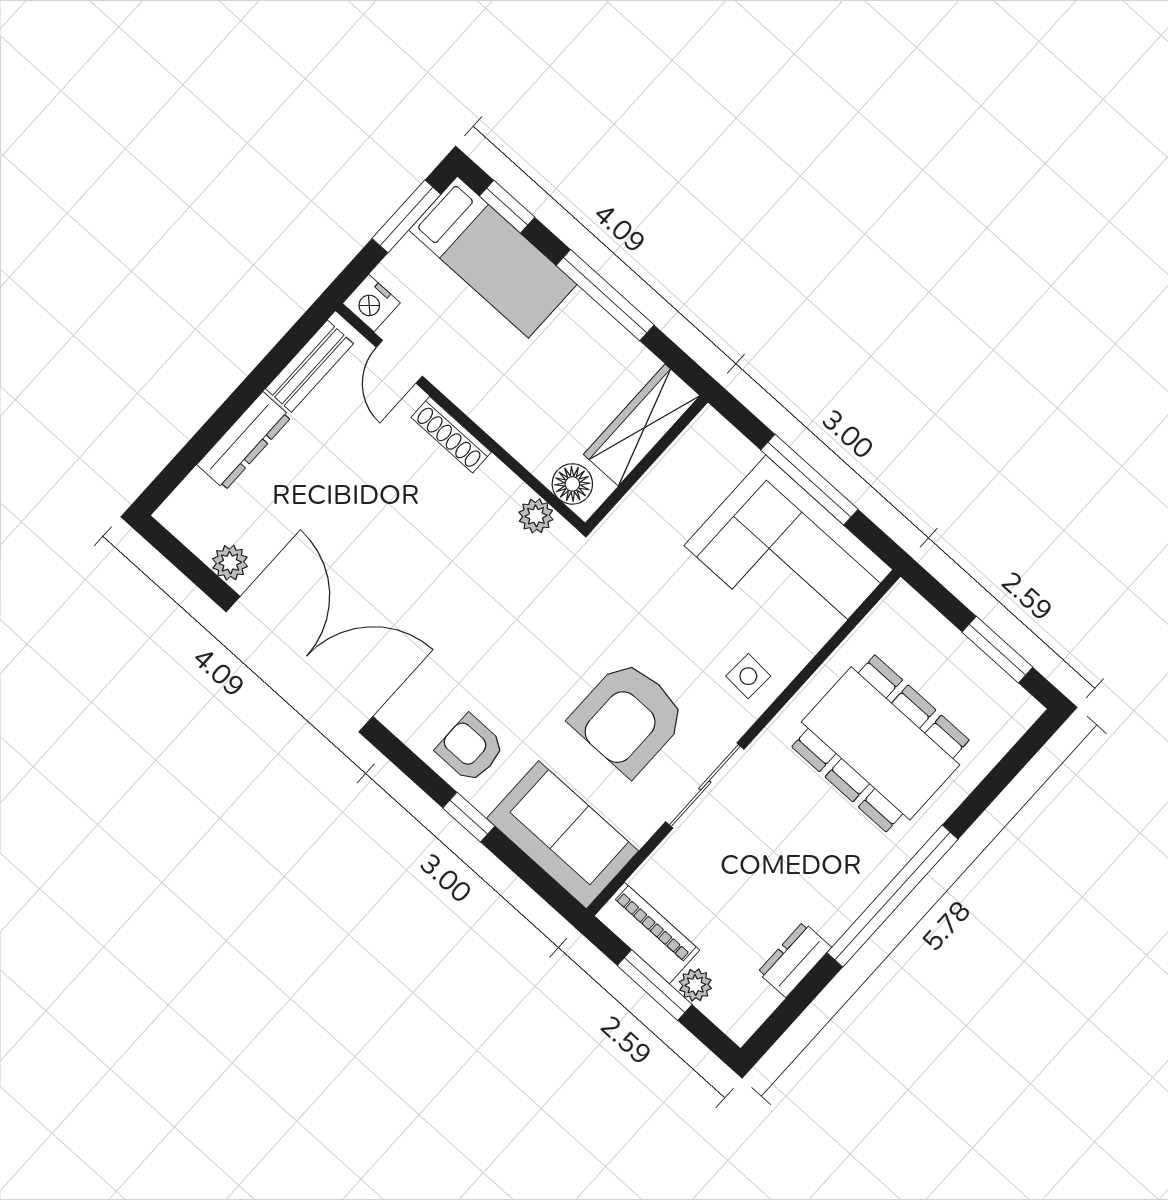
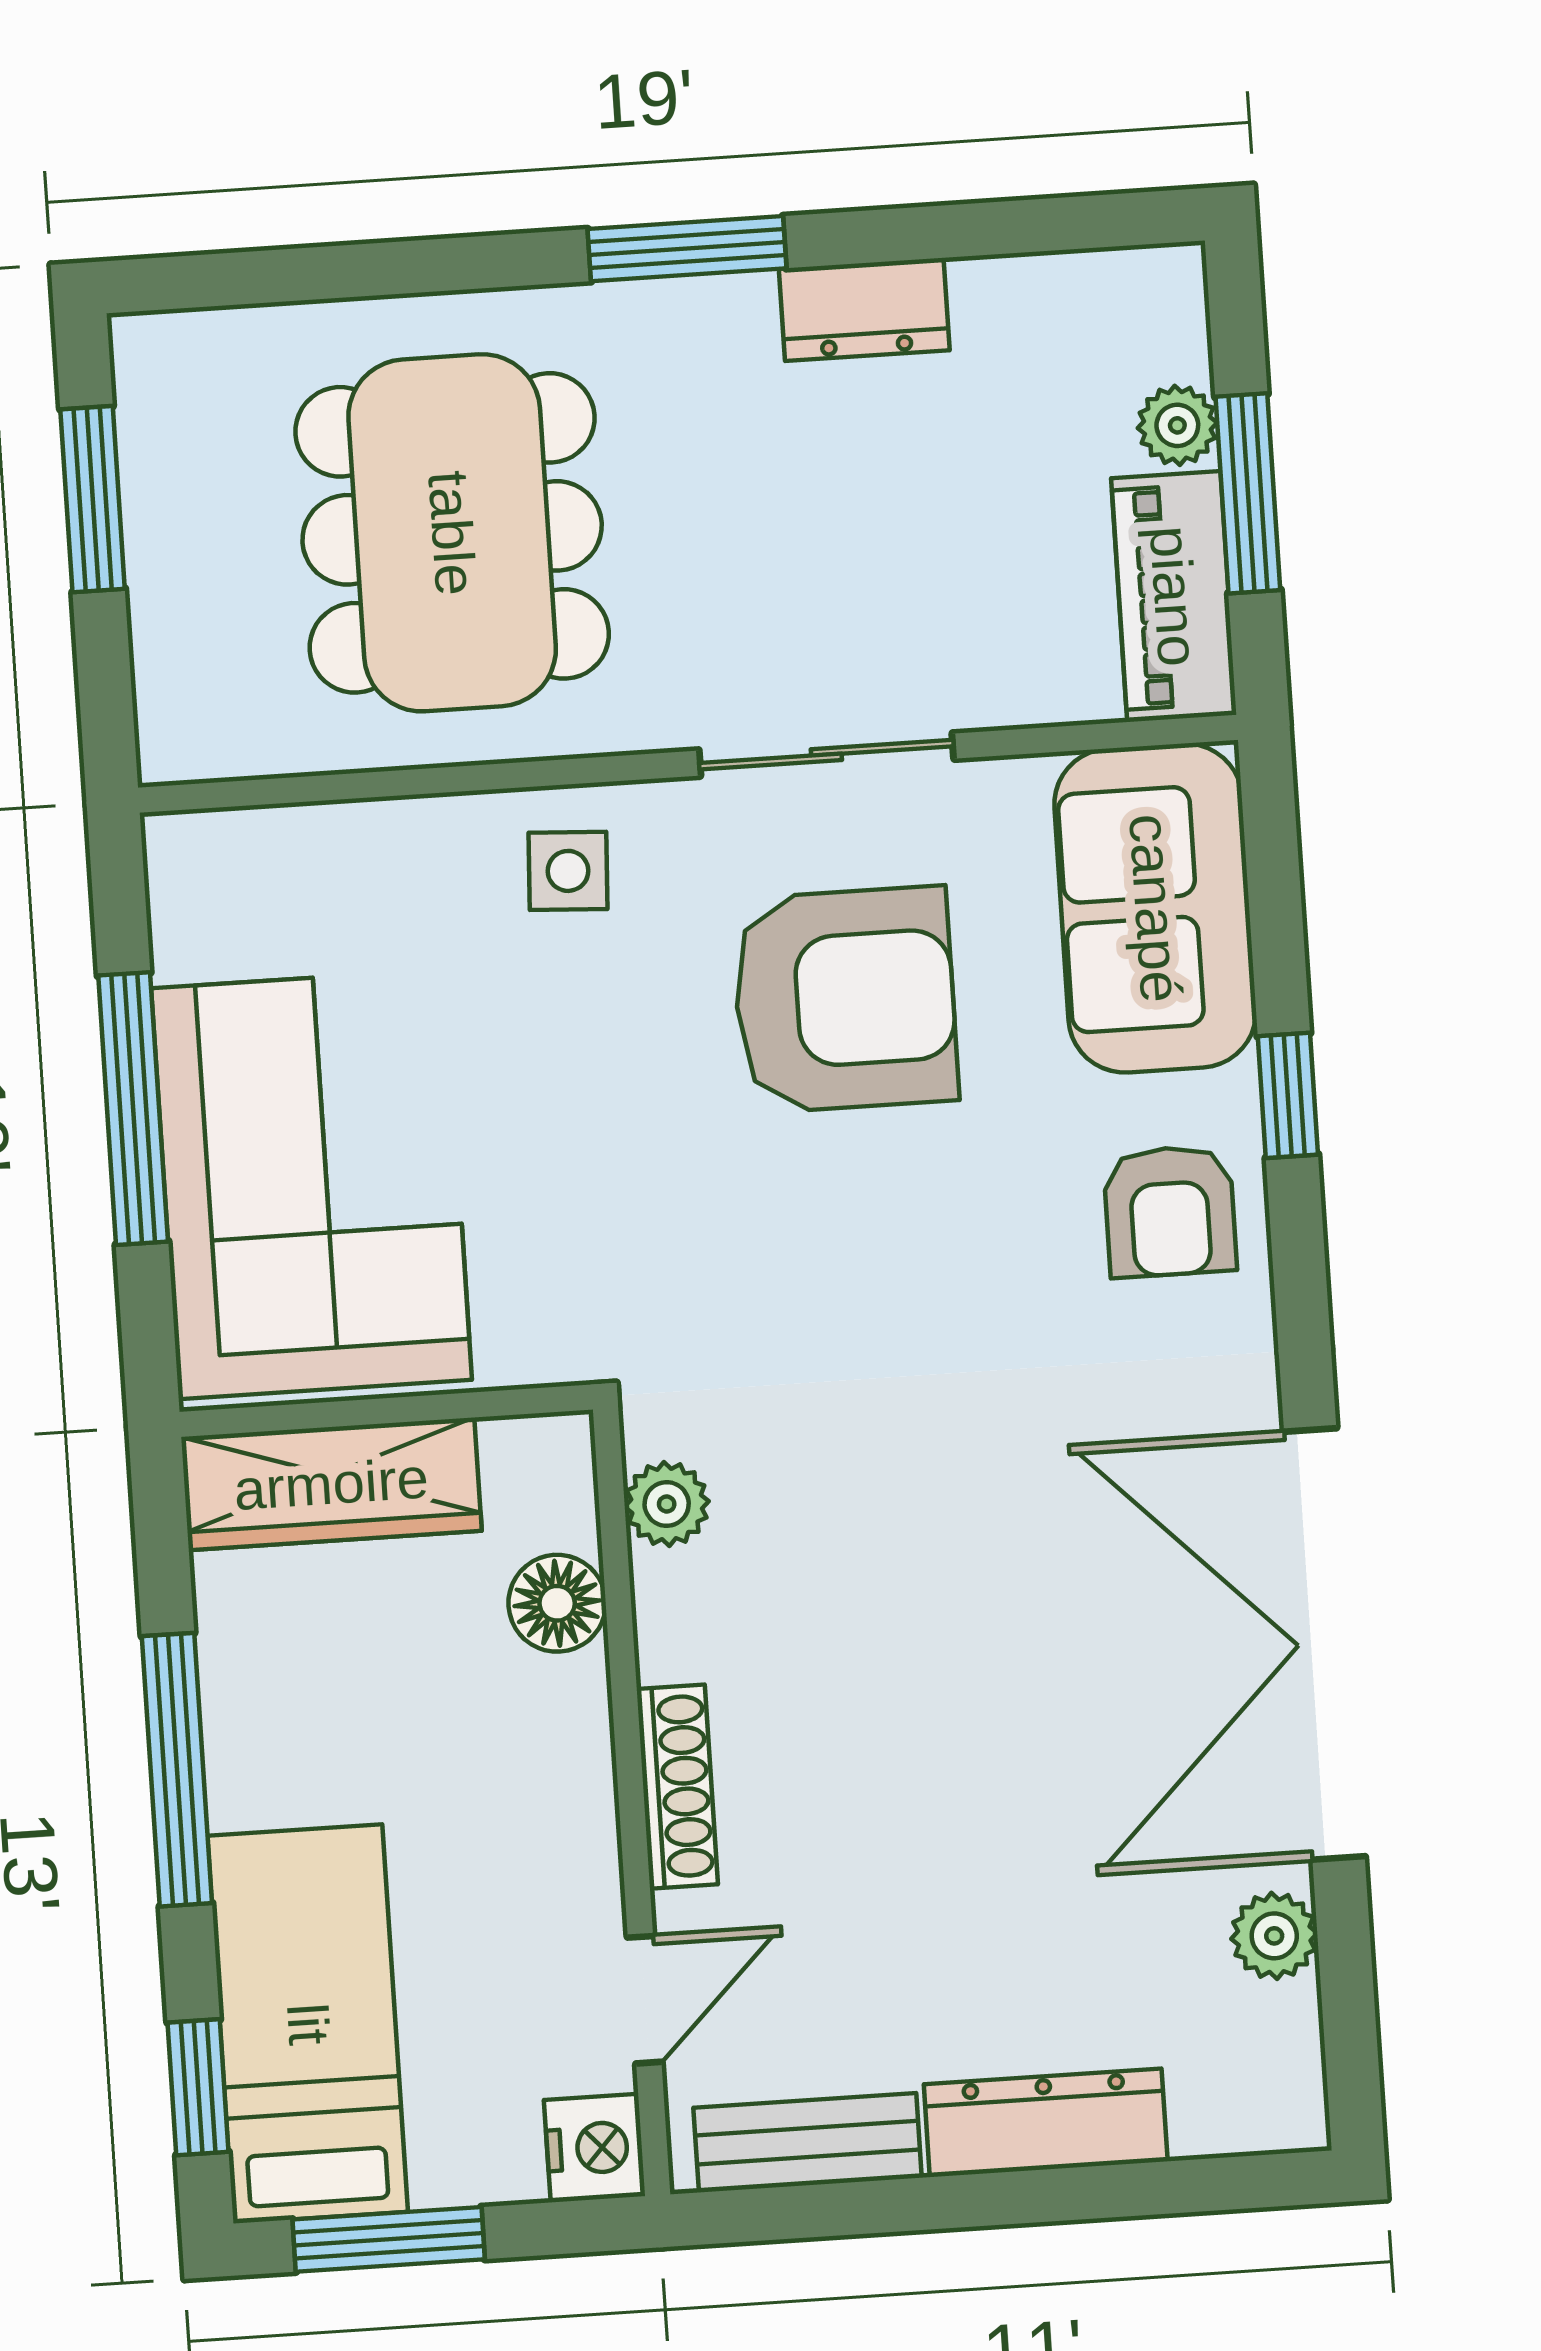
floor lamp: (572, 484) -> (557, 1603), moved
corner sofa: (788, 558) -> (312, 1184), moved
window: (893, 896) -> (687, 249), width x0.47
dresser: (795, 960) -> (864, 309), moved

